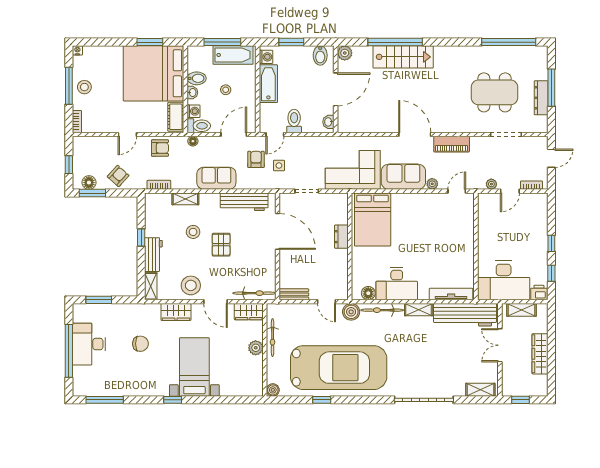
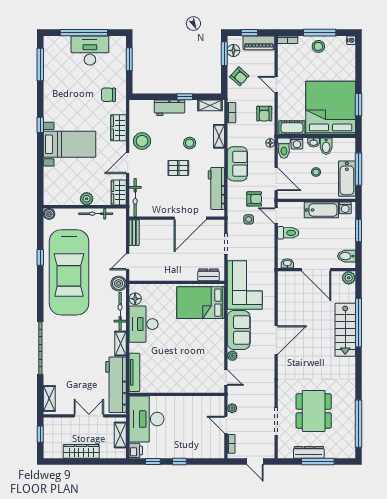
piano: (452, 144) -> (259, 43), moved, turned -90
dresser: (341, 237) -> (208, 275), moved
shelving: (151, 286) -> (210, 105), moved
chair: (140, 344) -> (108, 95), moved, turned 90

